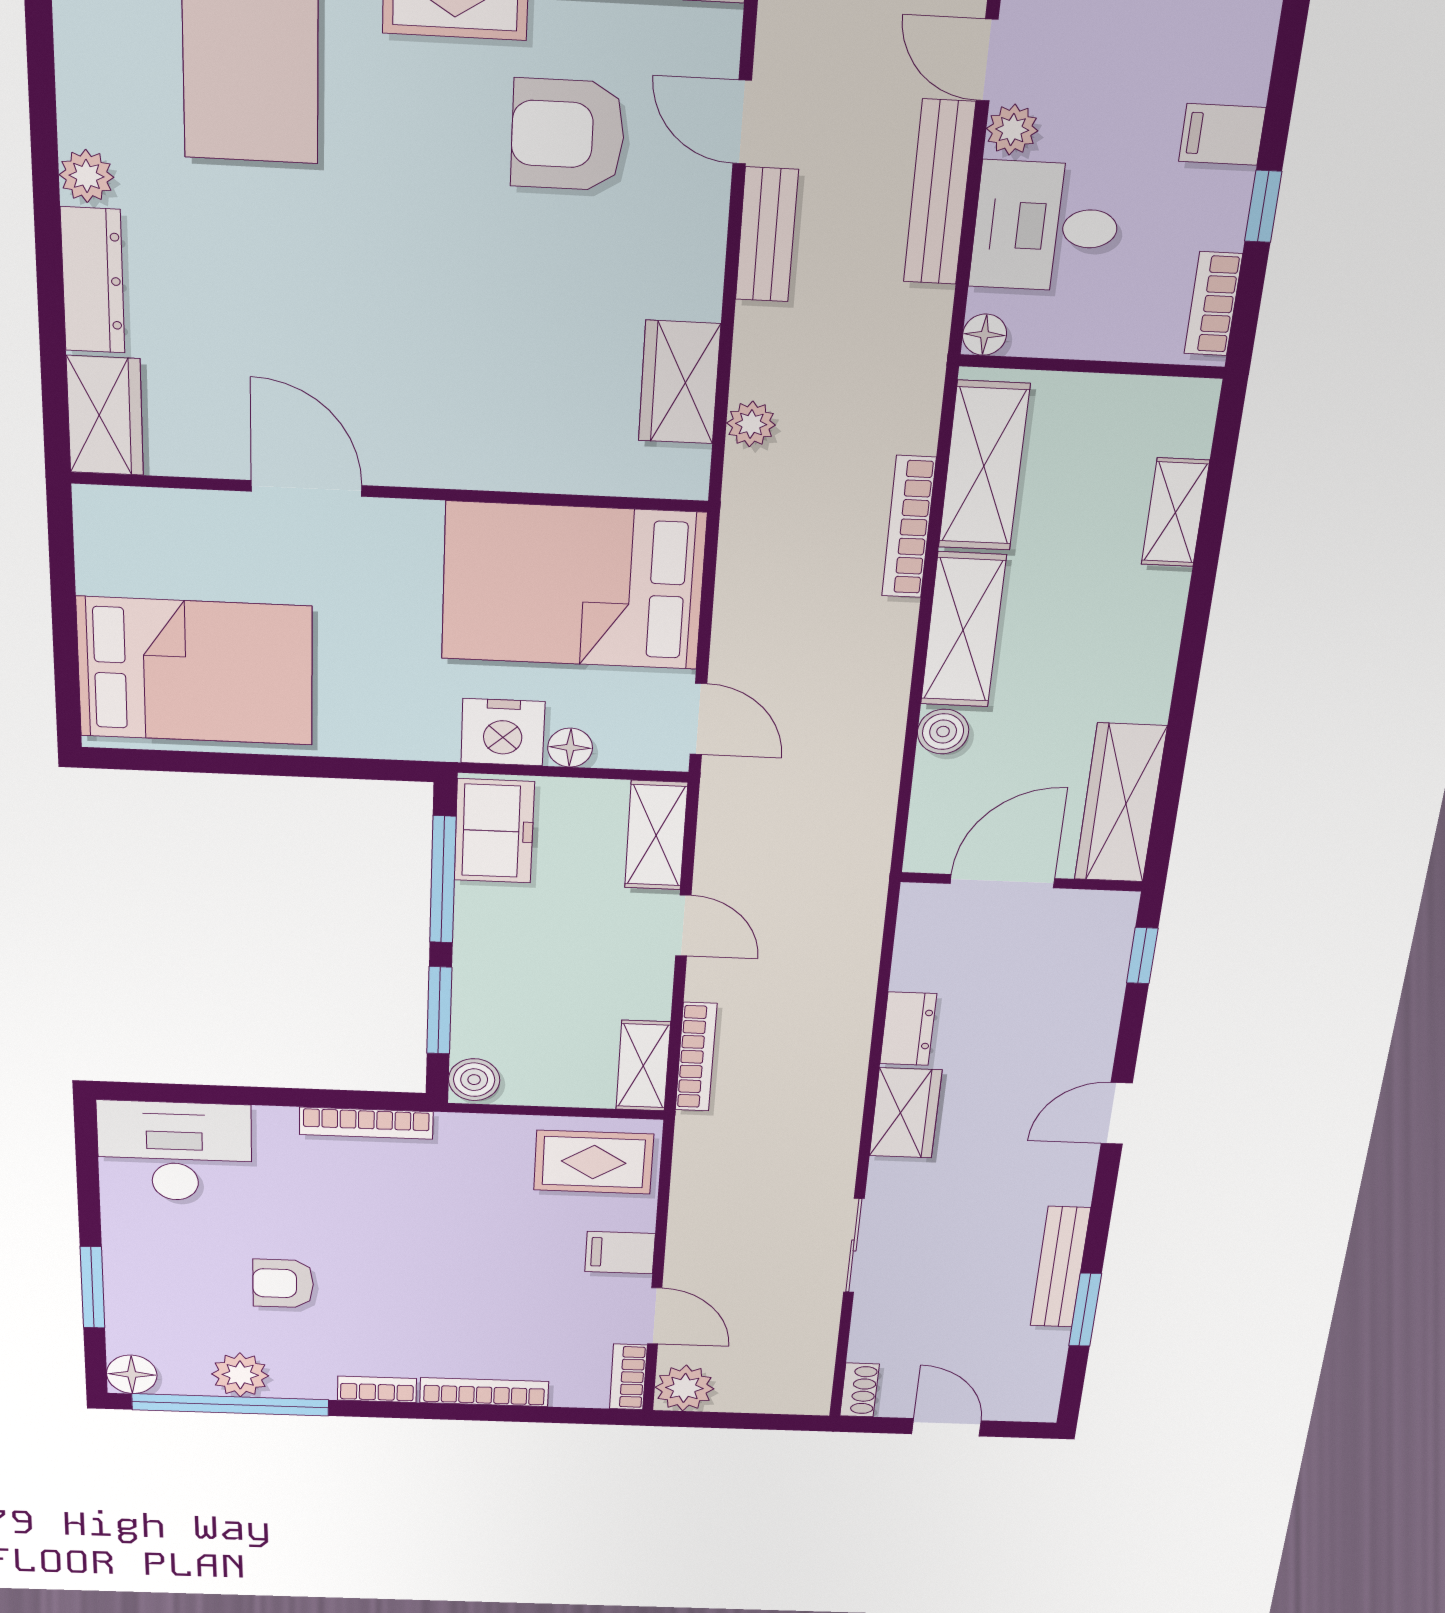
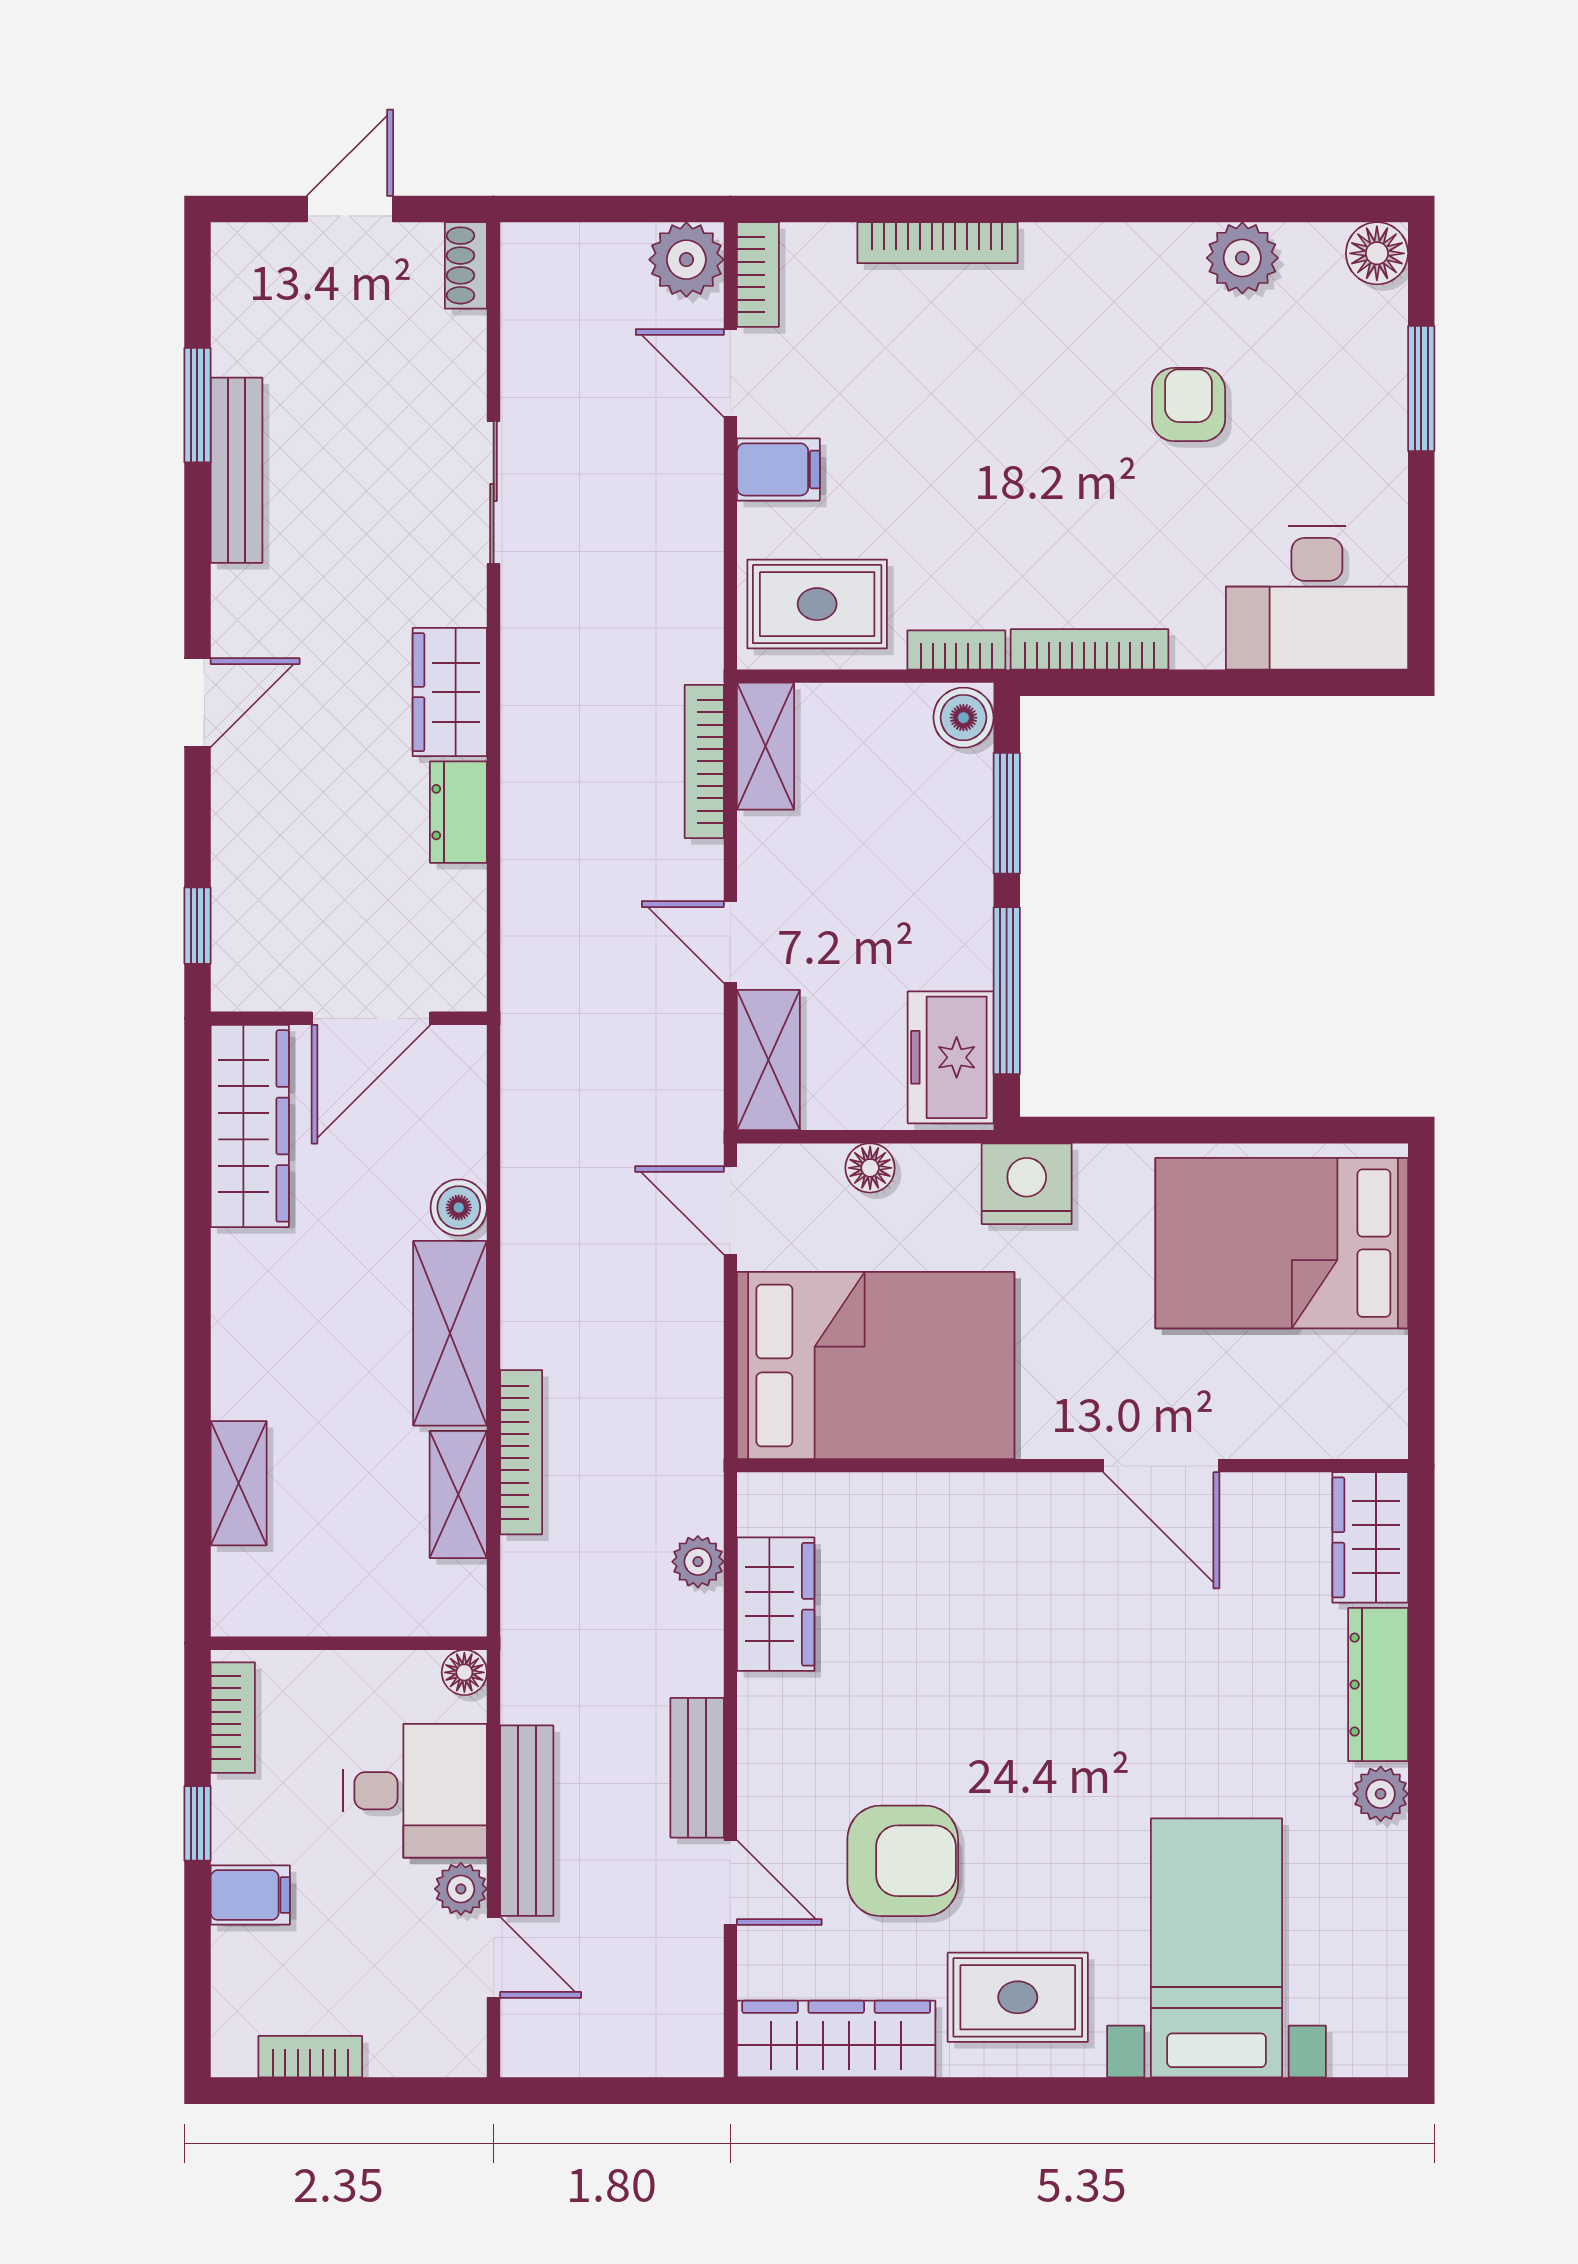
shelving: (984, 466) -> (458, 1494), width x0.67, depth x0.75
nightstand: (503, 732) -> (1027, 1184), moved
armchair: (283, 1283) -> (1188, 404), turned -90
bookcase: (377, 1389) -> (956, 650), moved, turned 180
window: (230, 1405) -> (1255, 209), removed
door: (946, 1427) -> (350, 209), swing flipped

